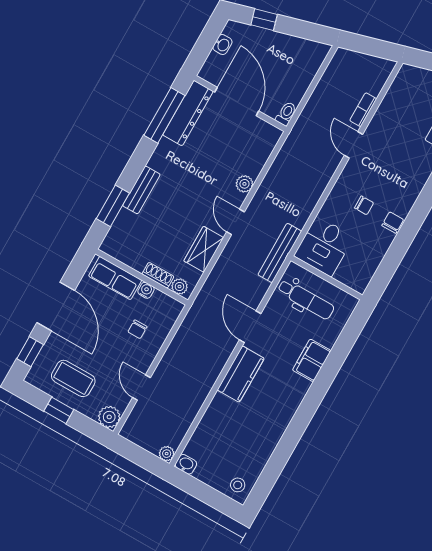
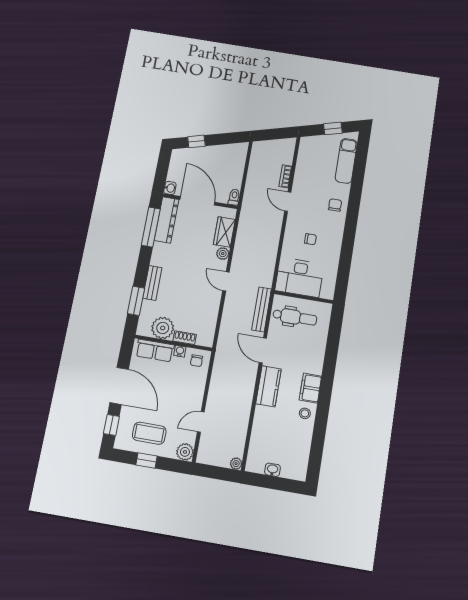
washbasin: (222, 45) -> (170, 188), moved
chair: (393, 223) -> (335, 205), moved
desk: (324, 246) -> (299, 277), width x1.37
wardrobe: (204, 249) -> (224, 232), moved
bench: (280, 253) -> (262, 309), moved
plant: (179, 287) -> (163, 328), moved, width x1.88, depth x1.88
chair: (137, 329) -> (196, 361), moved
filing cabinet: (312, 360) -> (310, 388), moved
door: (141, 388) -> (201, 422), hinge flipped
washbasin: (186, 464) -> (272, 470), moved
stool: (238, 485) -> (305, 413), moved

